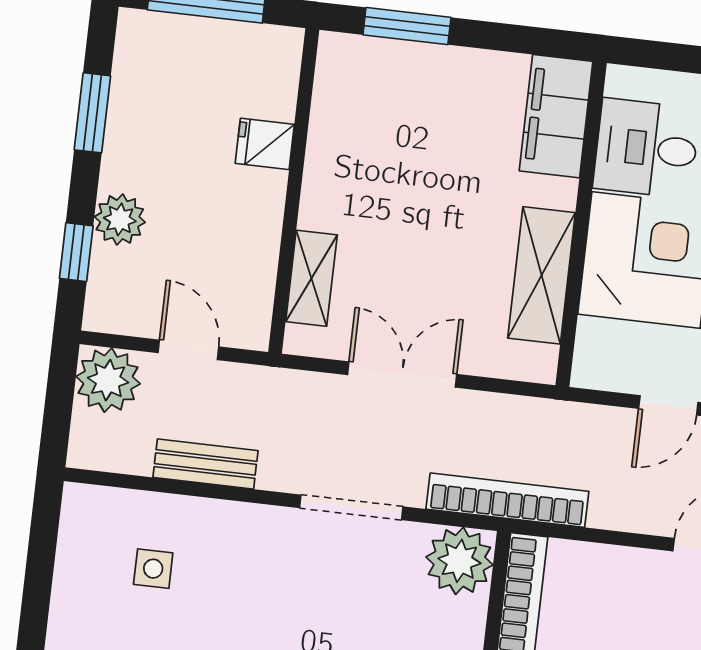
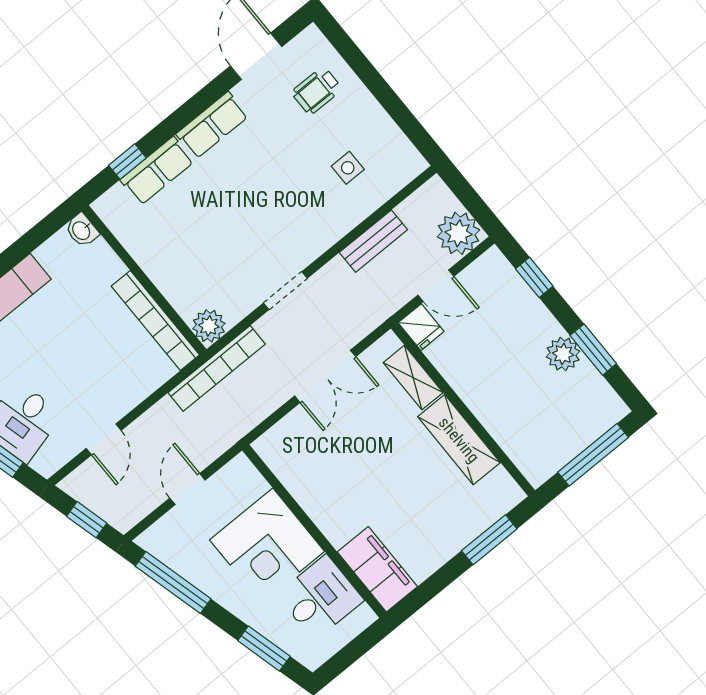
fridge: (265, 144) -> (421, 327), moved, turned 90
plant: (120, 219) -> (563, 354), moved
shelving: (542, 275) -> (459, 440), moved
doorway: (351, 507) -> (285, 291), width x0.73
plant: (459, 561) -> (209, 326), width x0.73, depth x0.73

